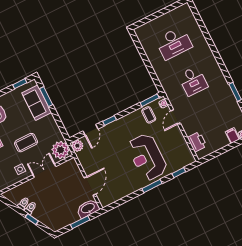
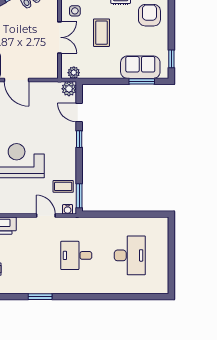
desk: (174, 43) -> (130, 255), turned 180
plant: (61, 150) -> (74, 73), width x0.53, depth x0.53

